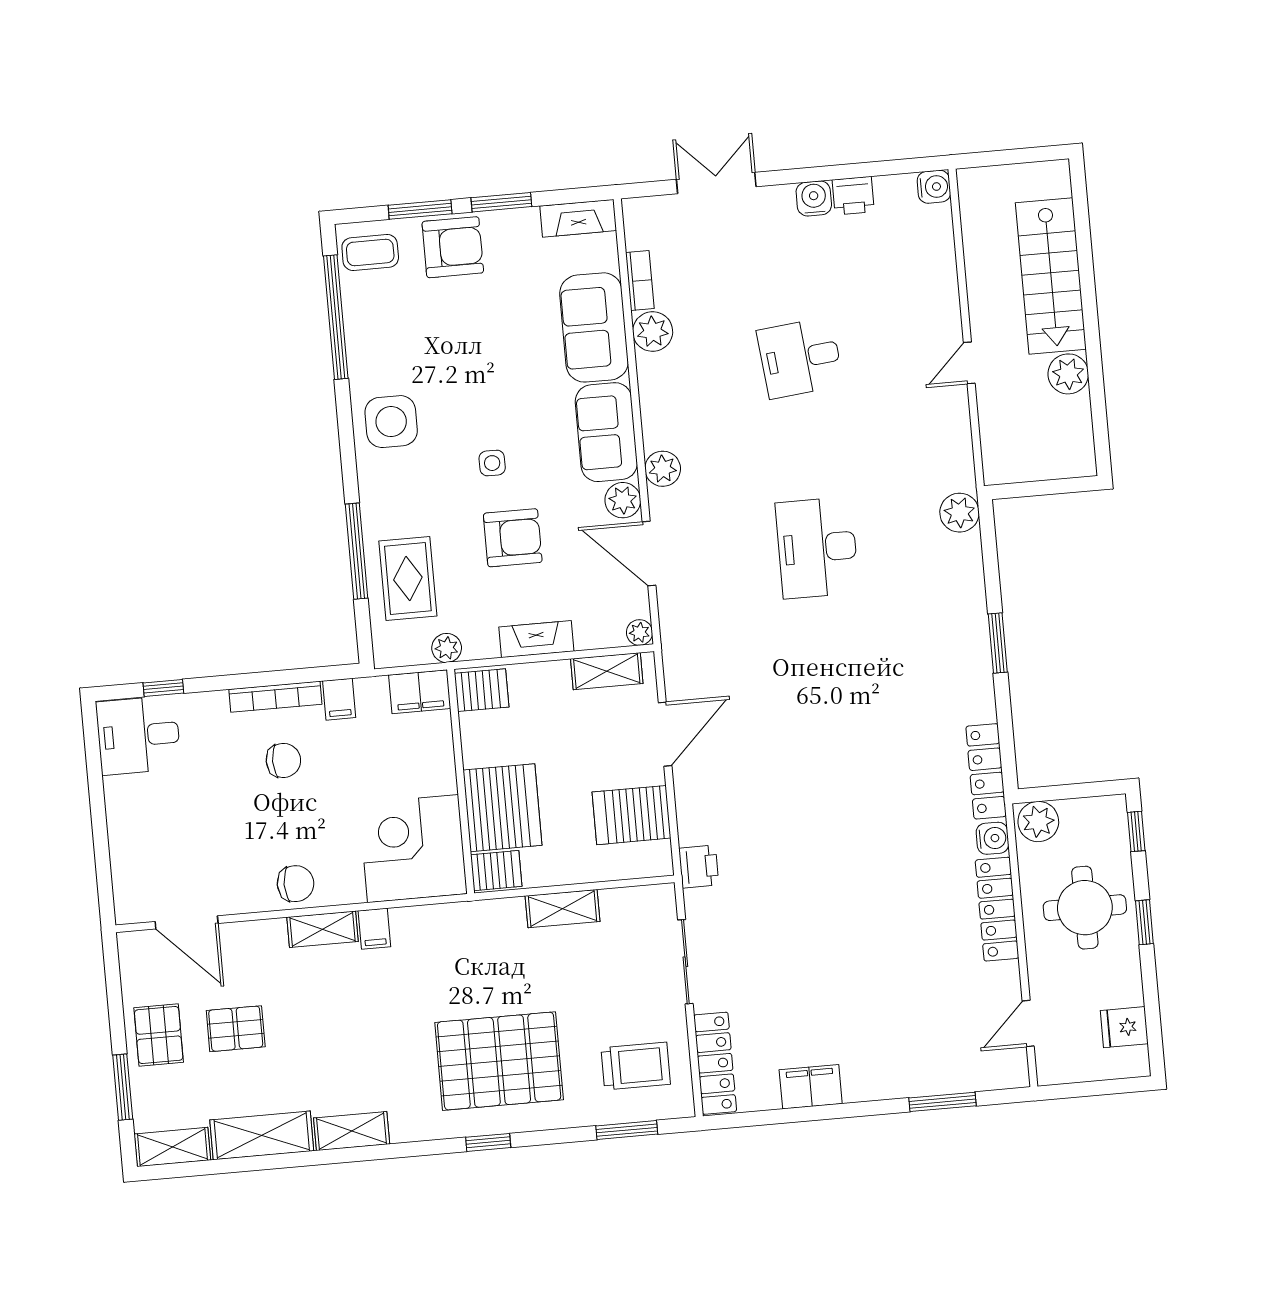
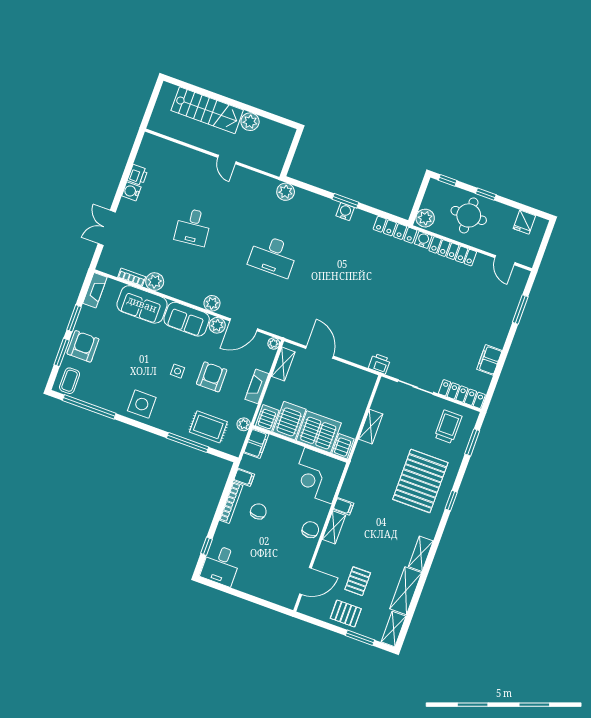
water cooler: (934, 187) -> (345, 212), moved
server rack: (631, 815) -> (289, 421), moved, turned 180

